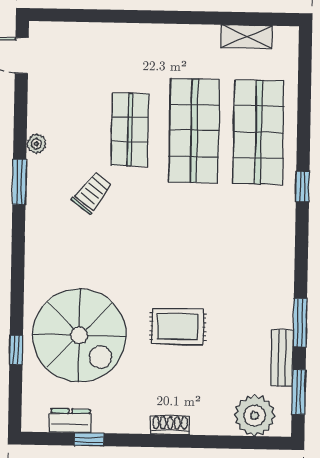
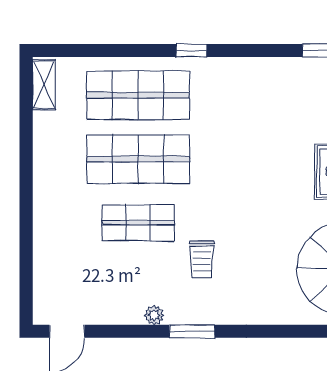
shelving: (246, 37) -> (44, 85), moved
trolley: (92, 193) -> (202, 259), turned -127

